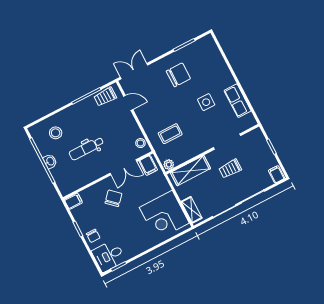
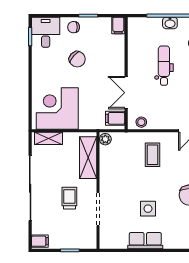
row of seats: (238, 101) -> (145, 241), moved
coffee table: (170, 134) -> (153, 155), moved
chair: (113, 198) -> (77, 59), moved

